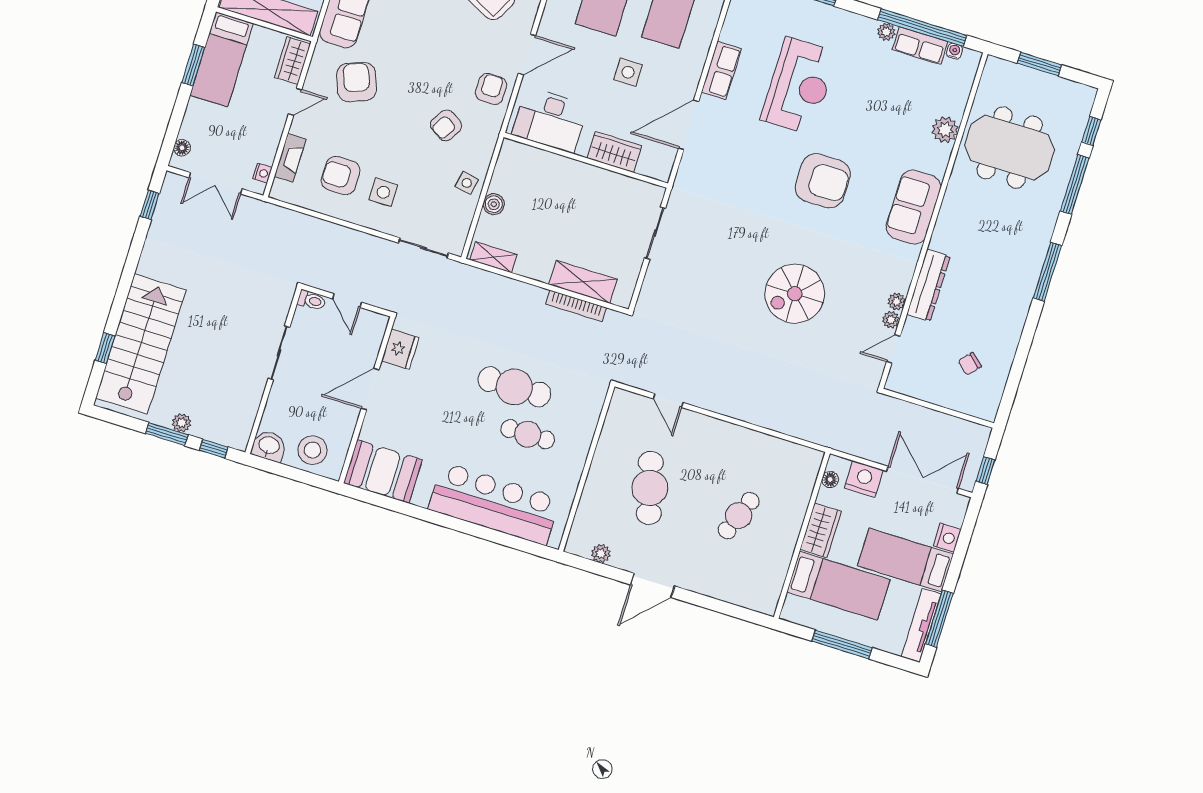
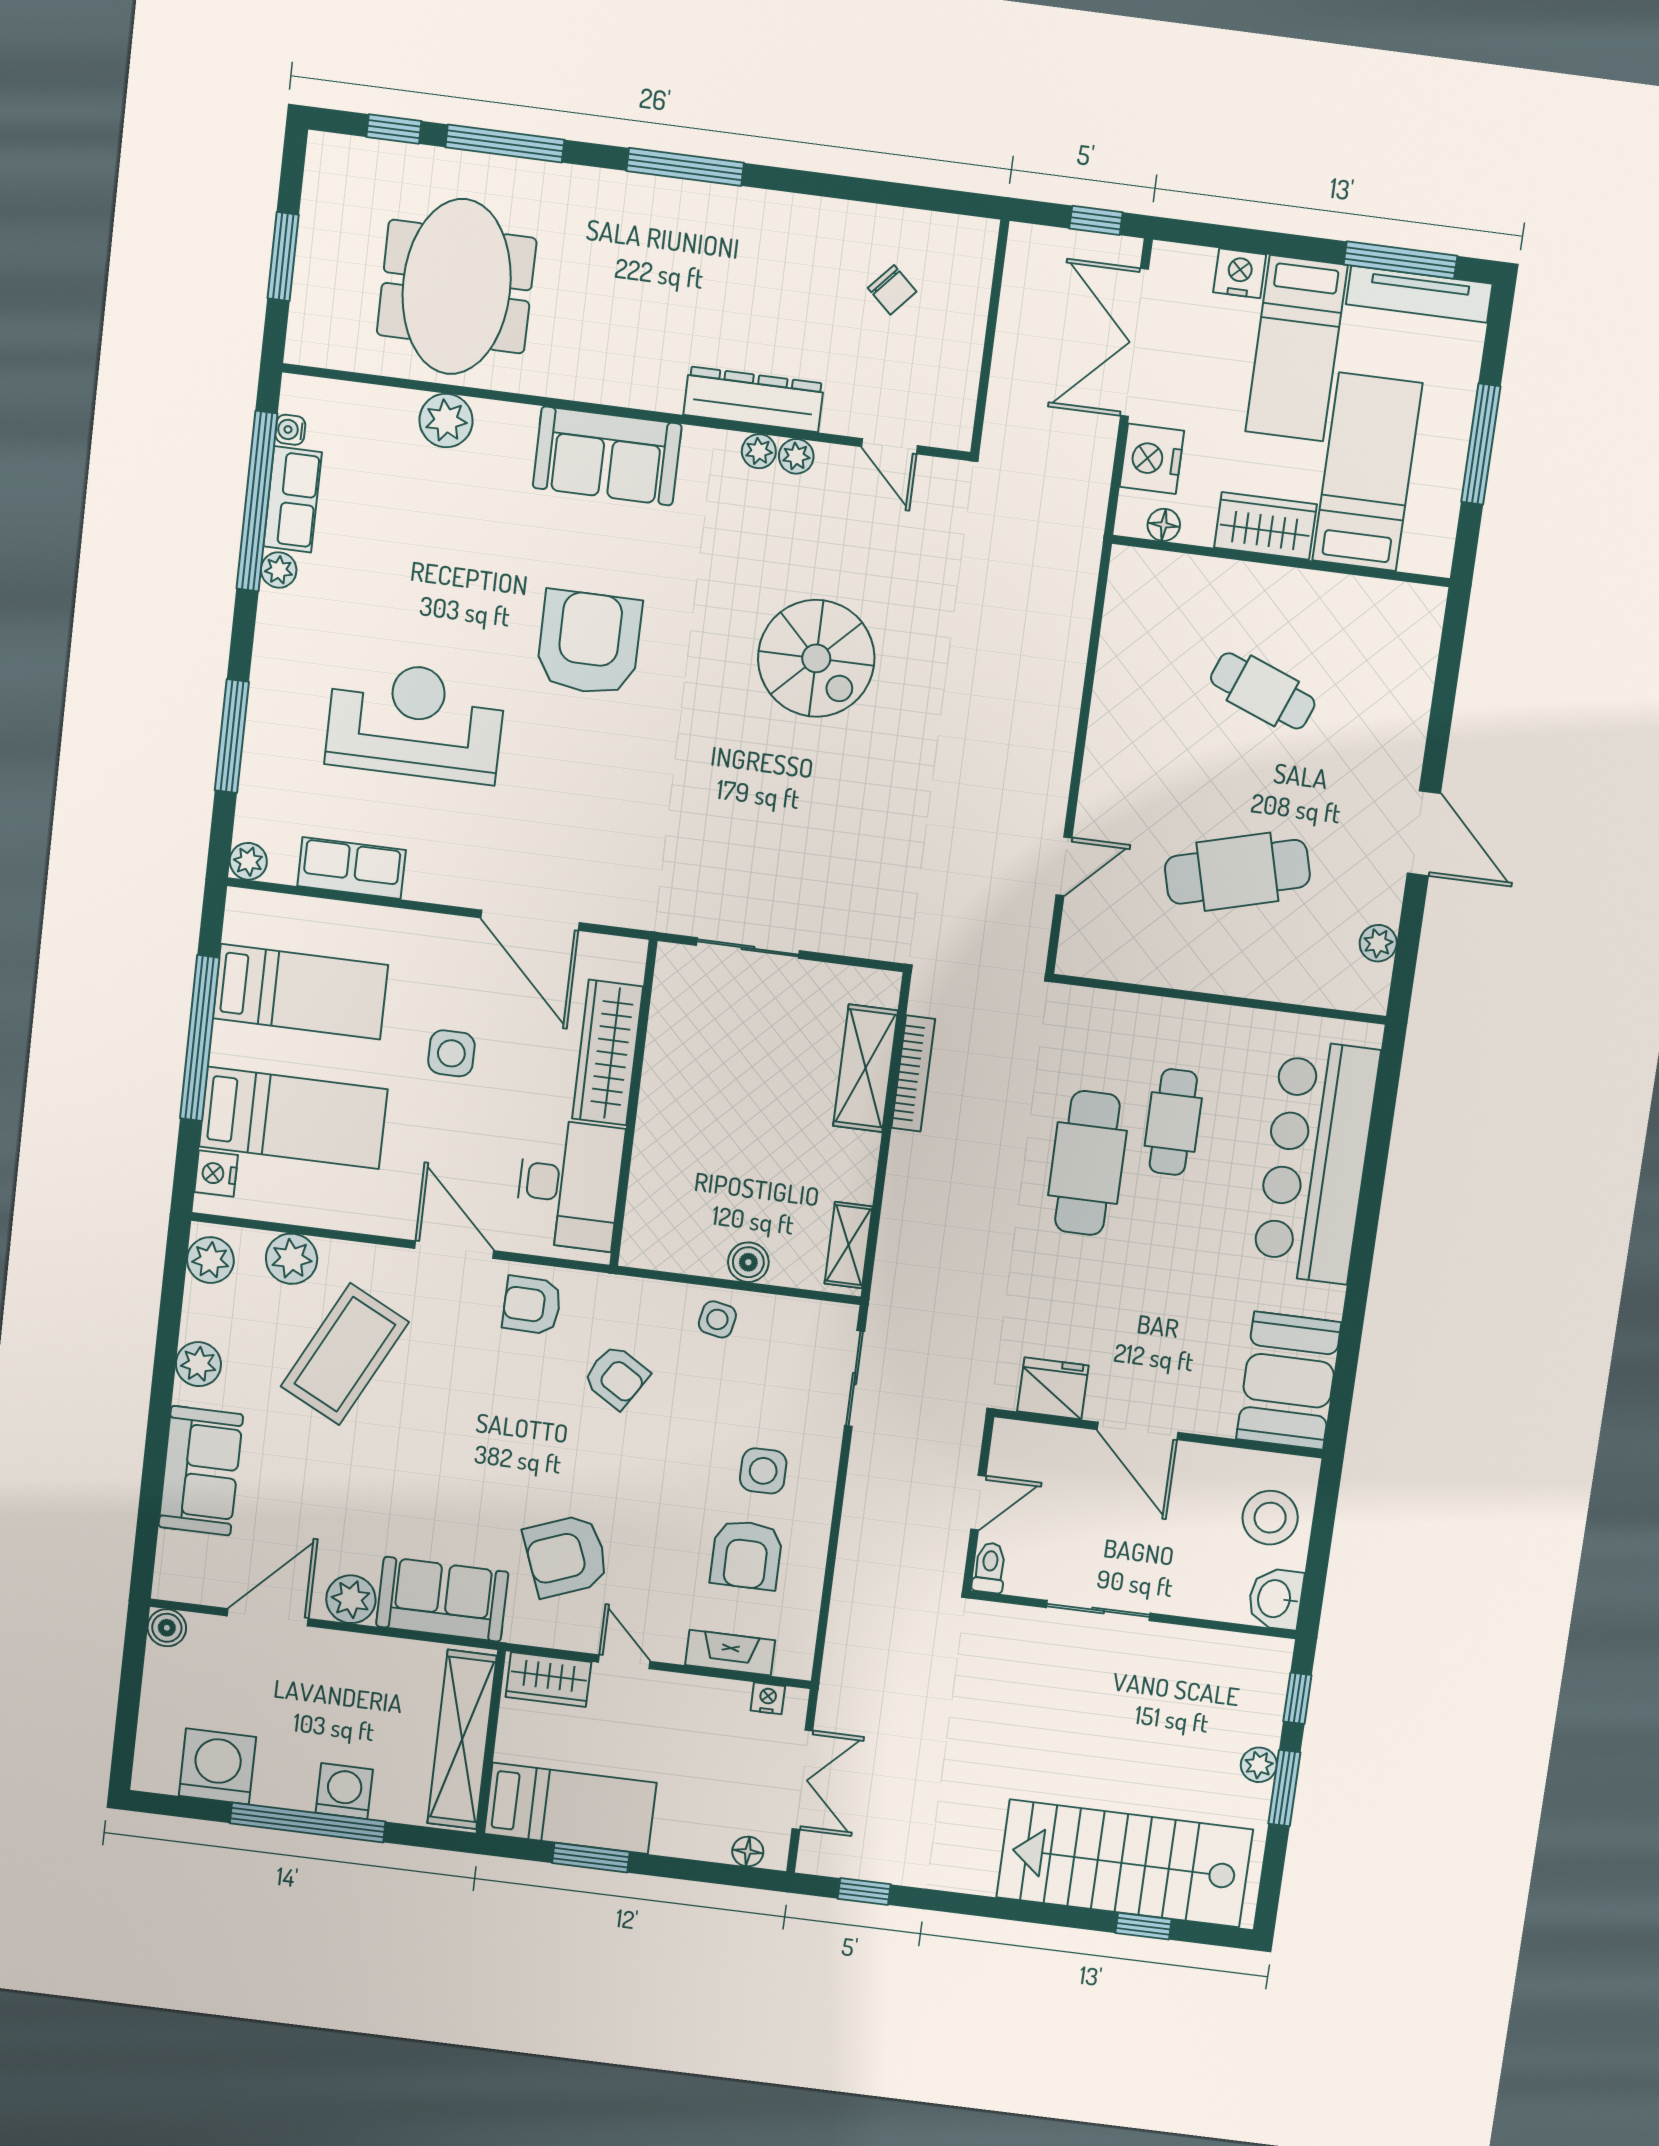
row of seats: (721, 70) -> (352, 868), moved
wardrobe: (614, 152) -> (608, 1053), width x1.50
plant: (891, 320) -> (759, 451), moved

